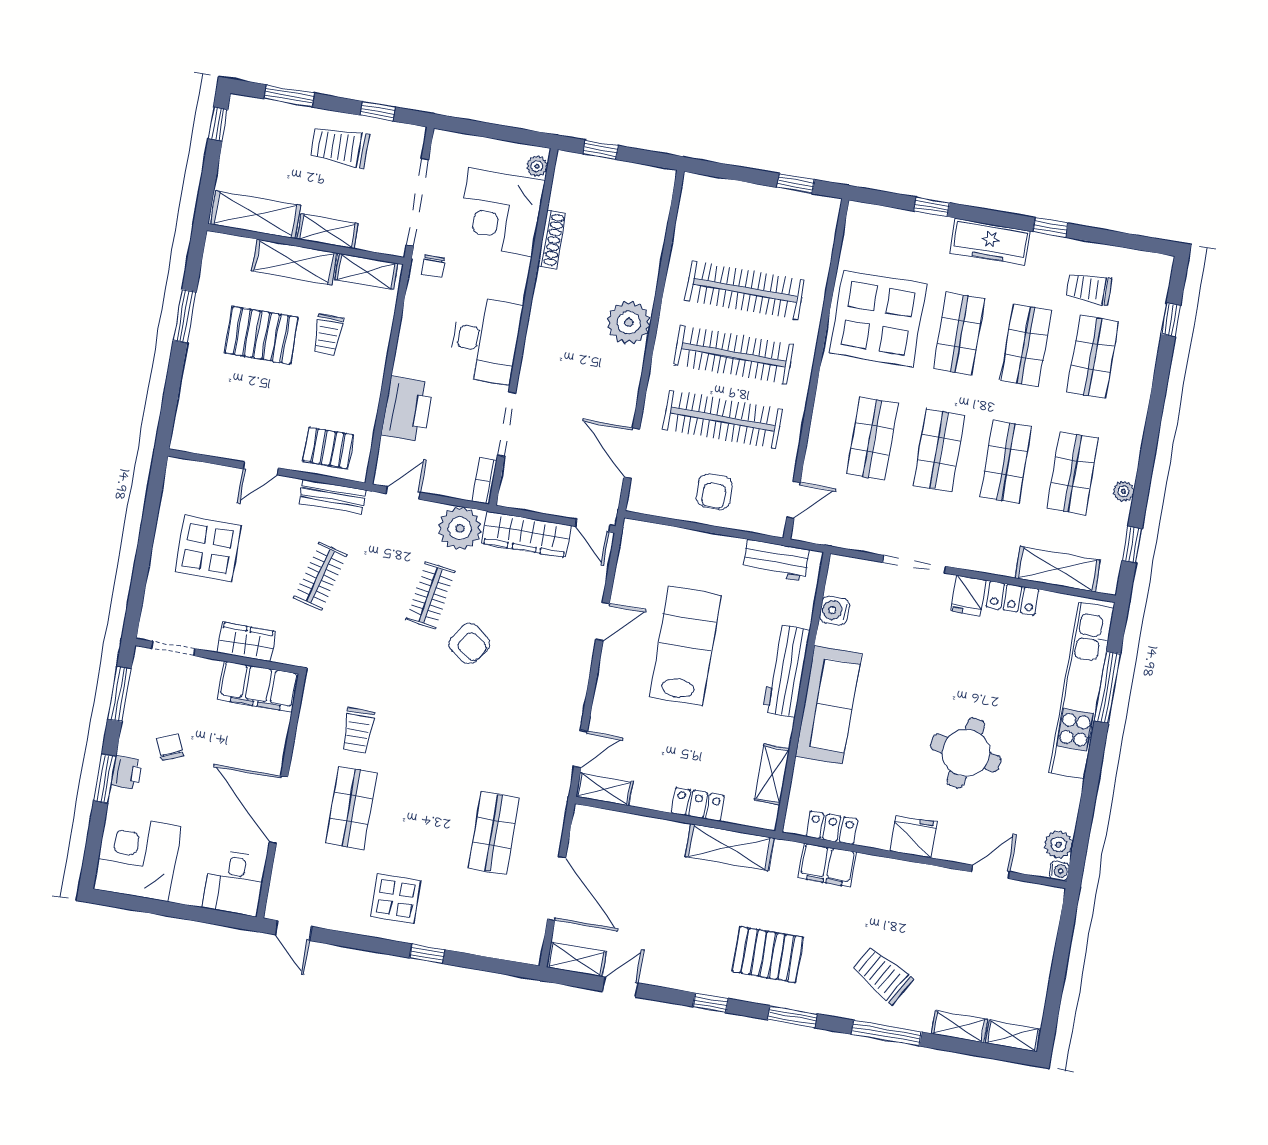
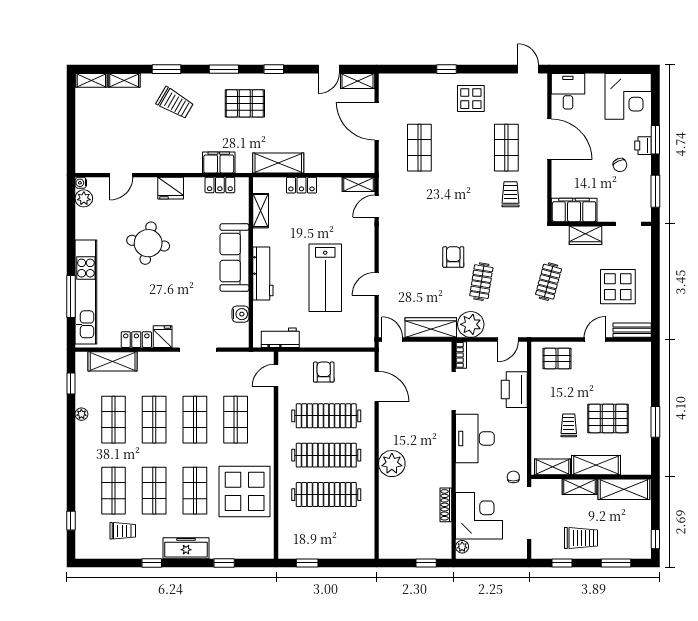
bench: (332, 496) -> (632, 330), moved
armchair: (469, 644) -> (453, 257), turned 55
window: (886, 1033) -> (167, 69), width x0.69

